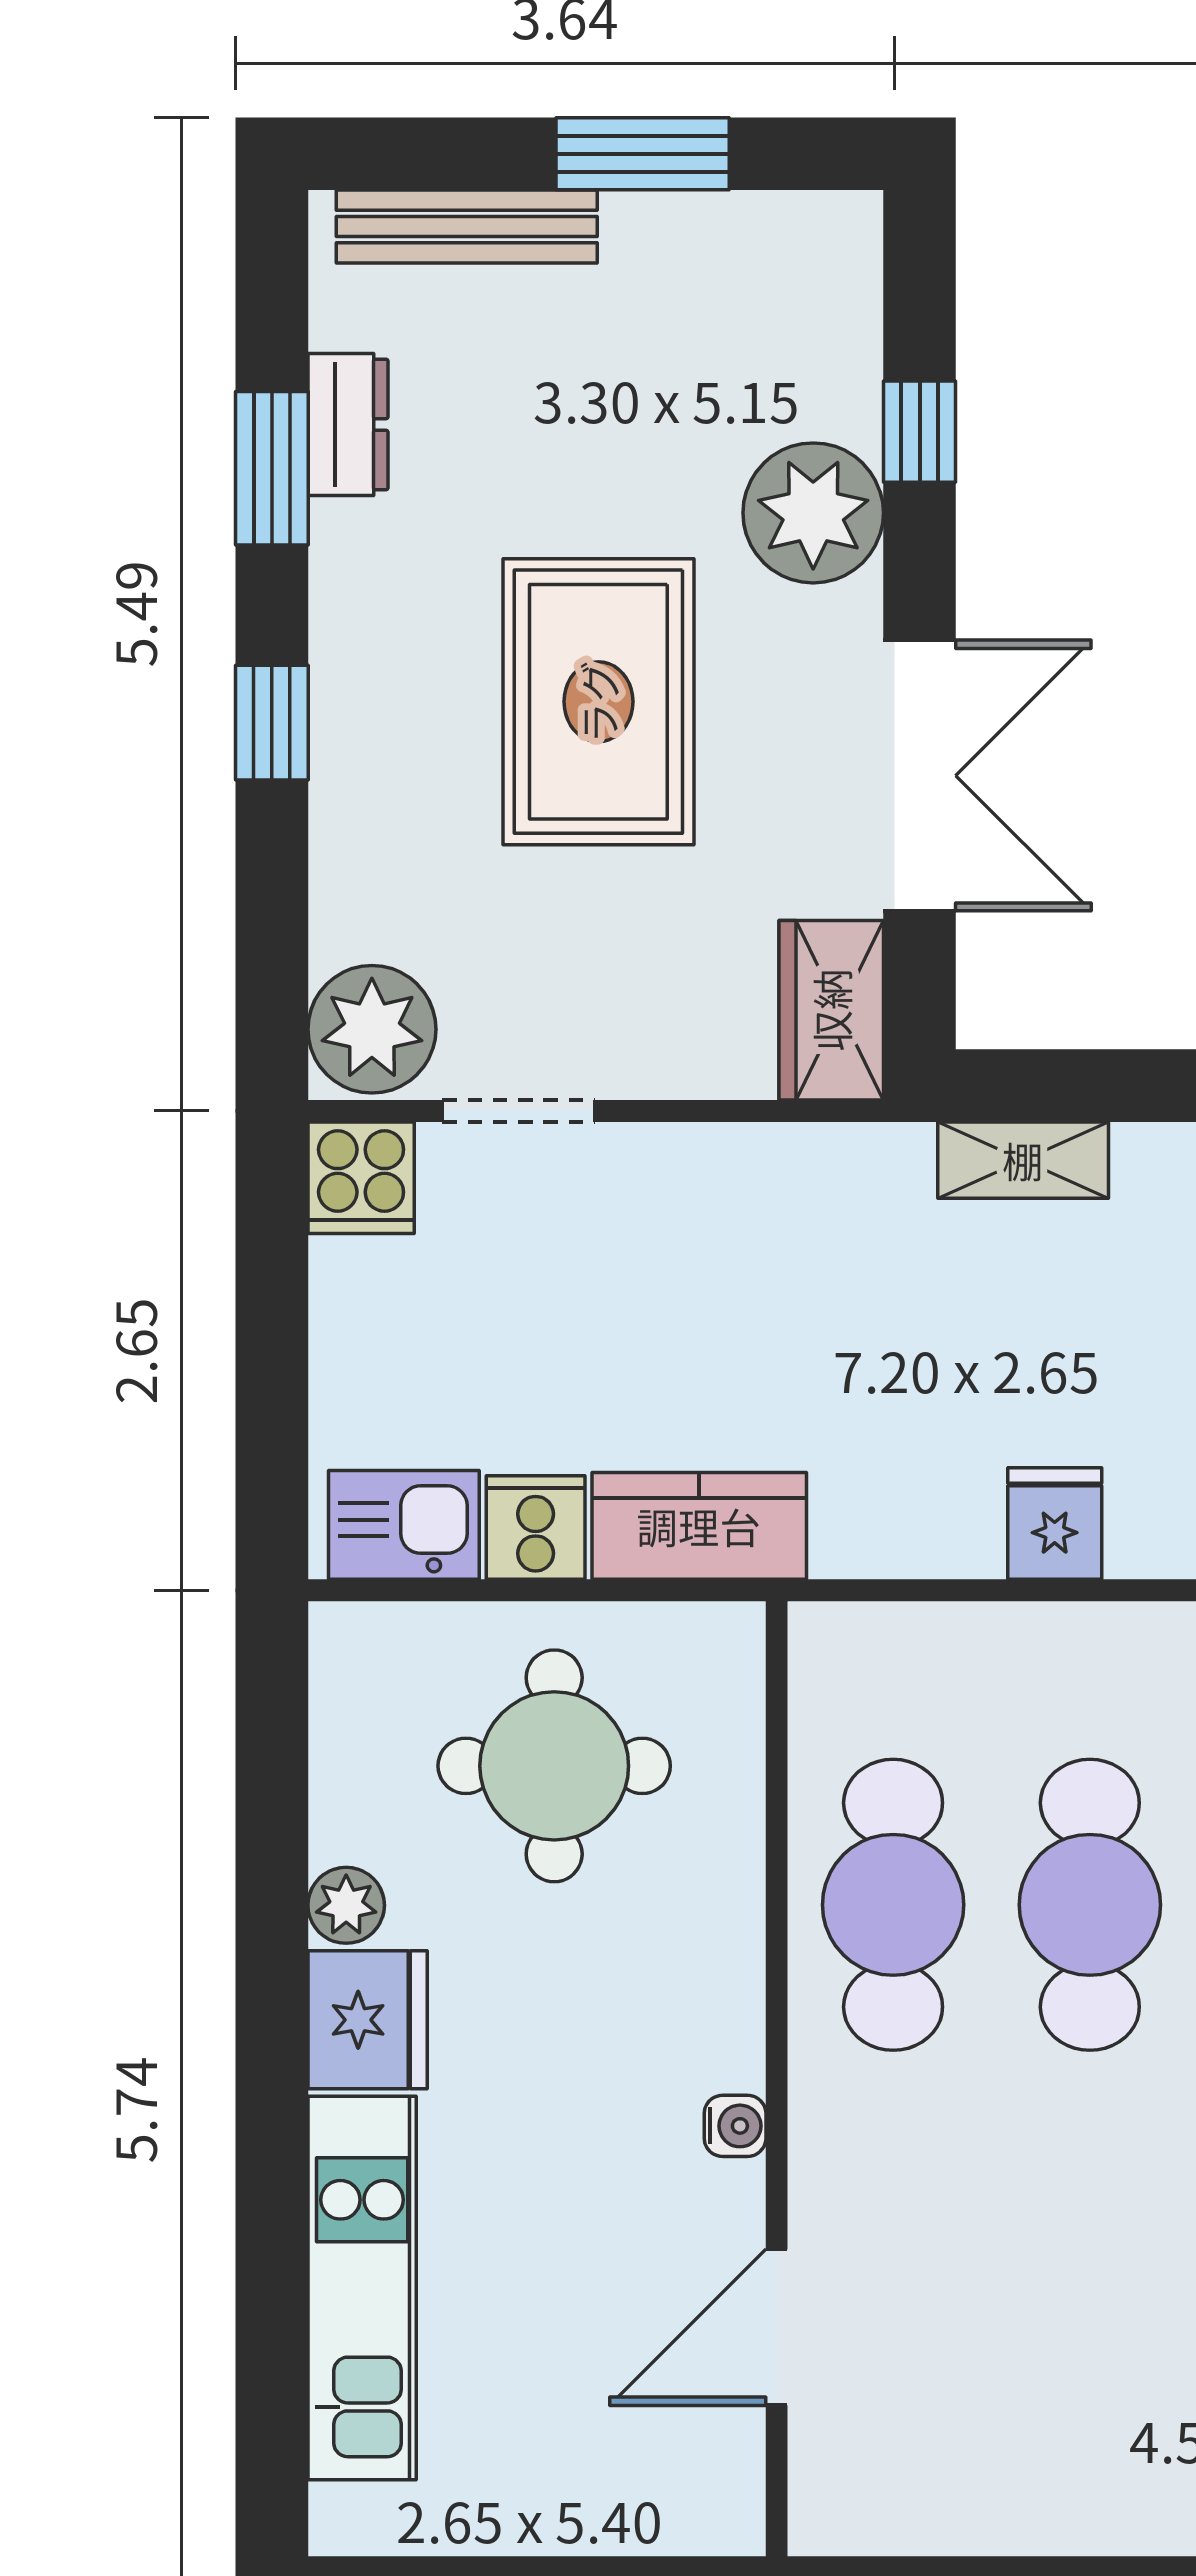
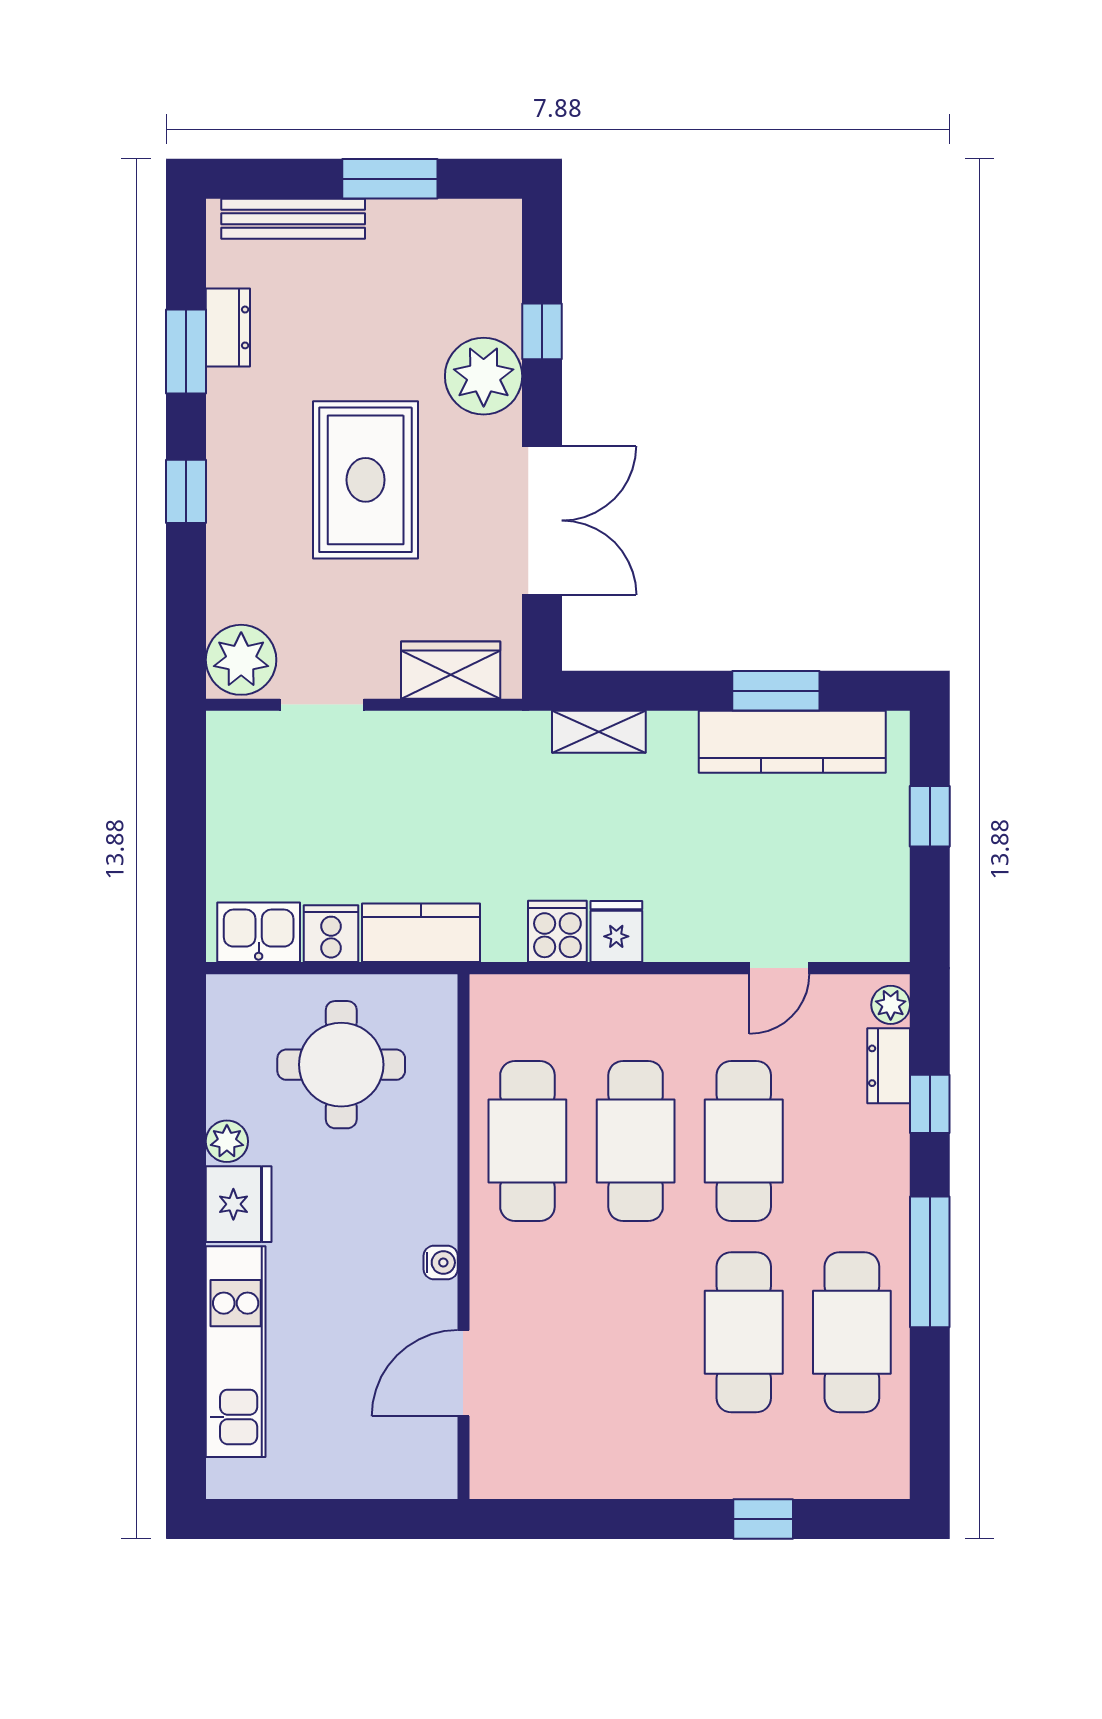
wardrobe: (831, 1010) -> (451, 670), moved, turned 90
cooker: (361, 1178) -> (557, 931), moved, turned 180

